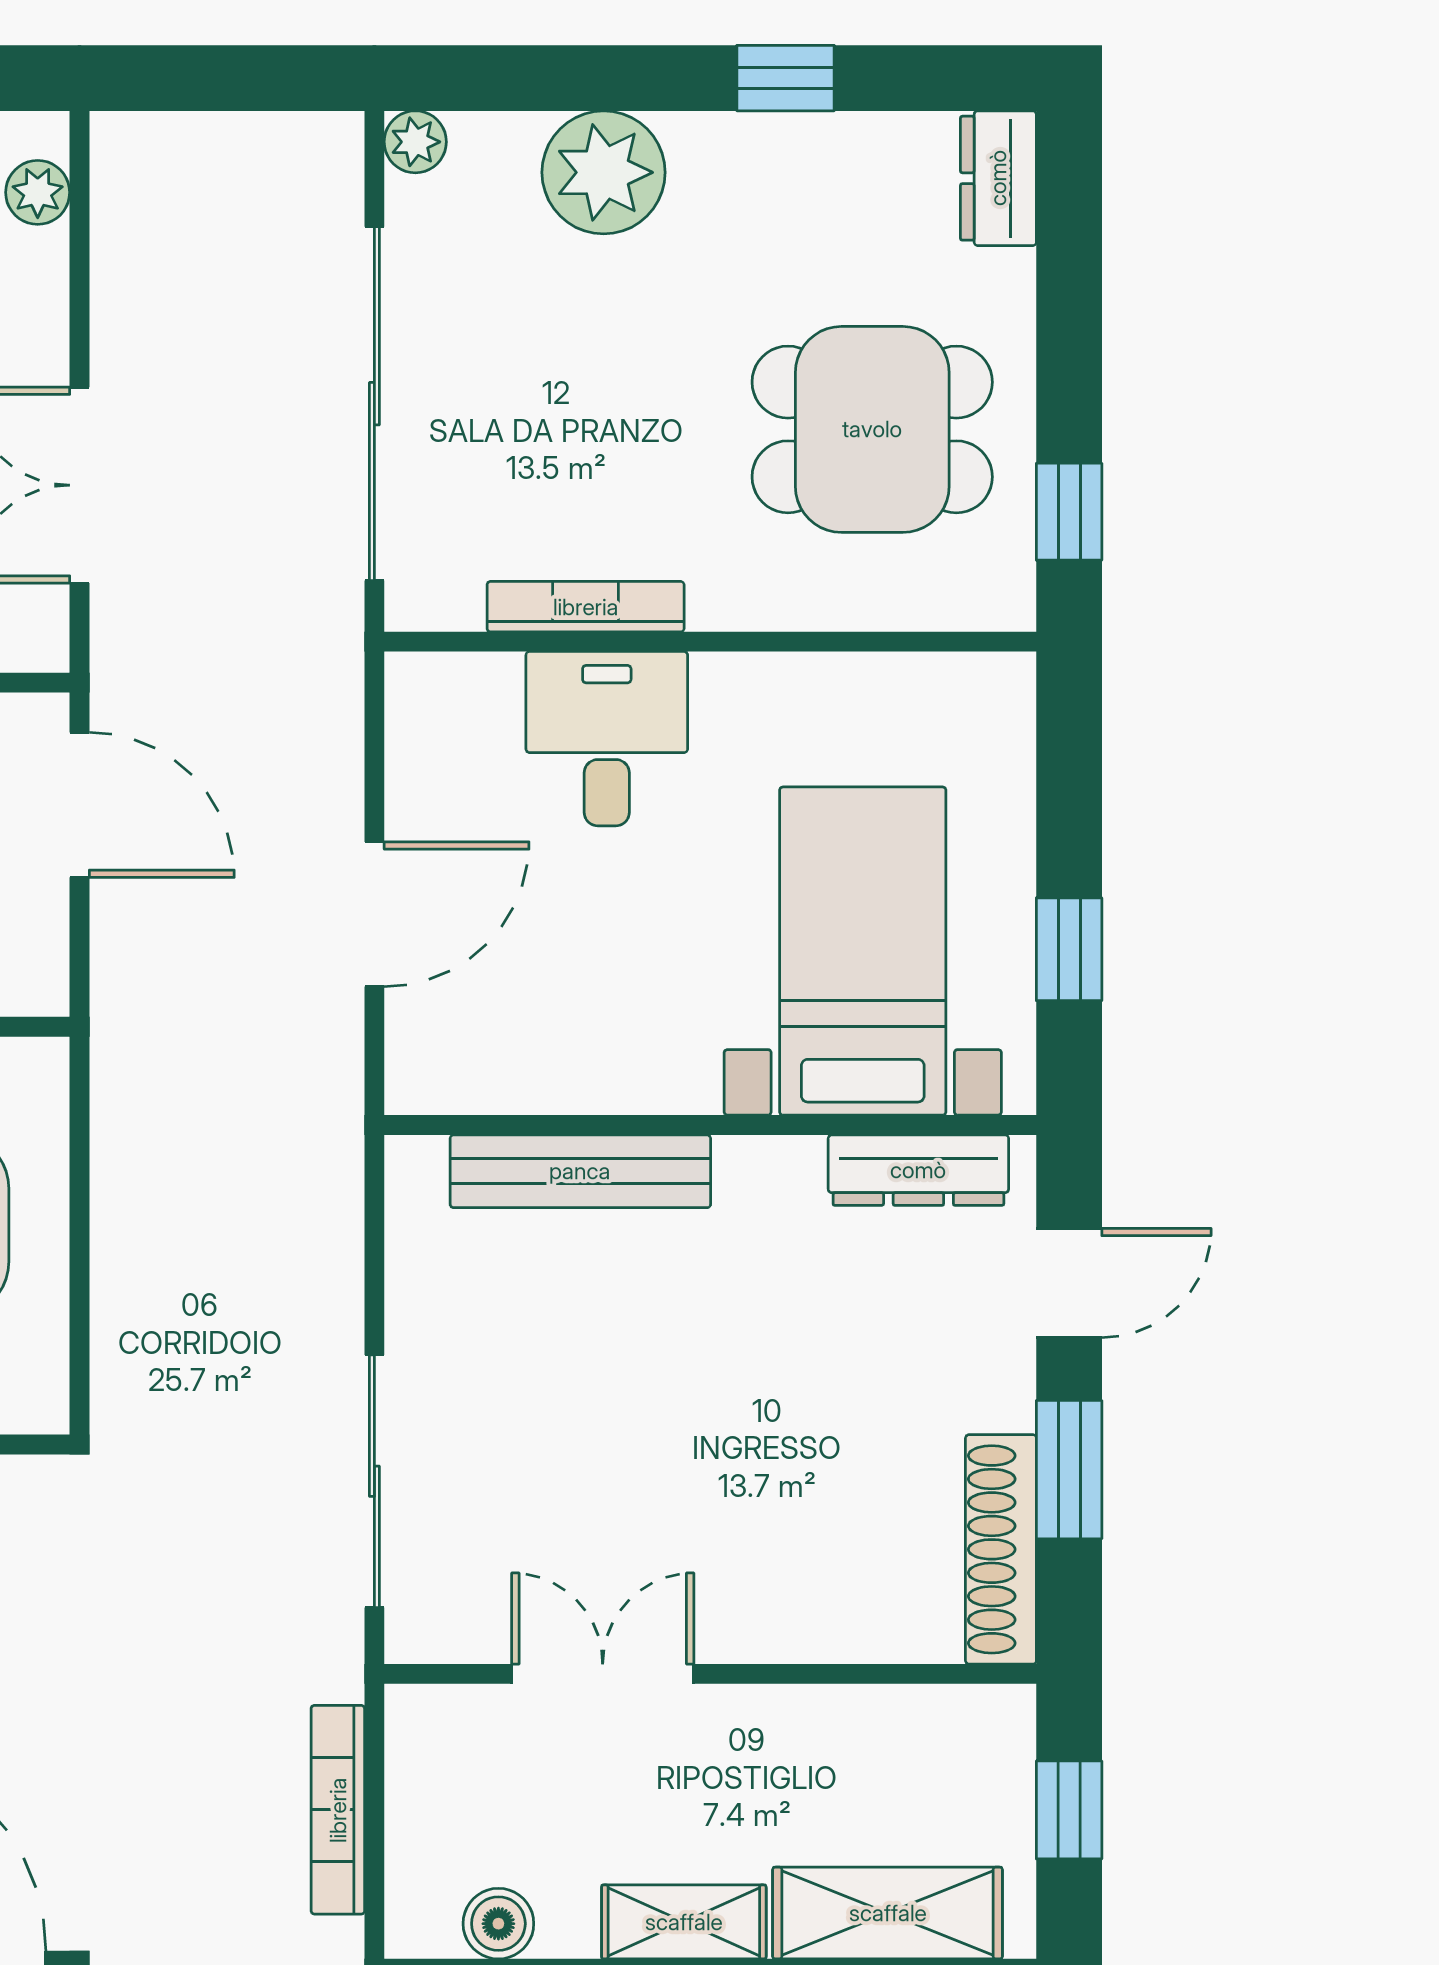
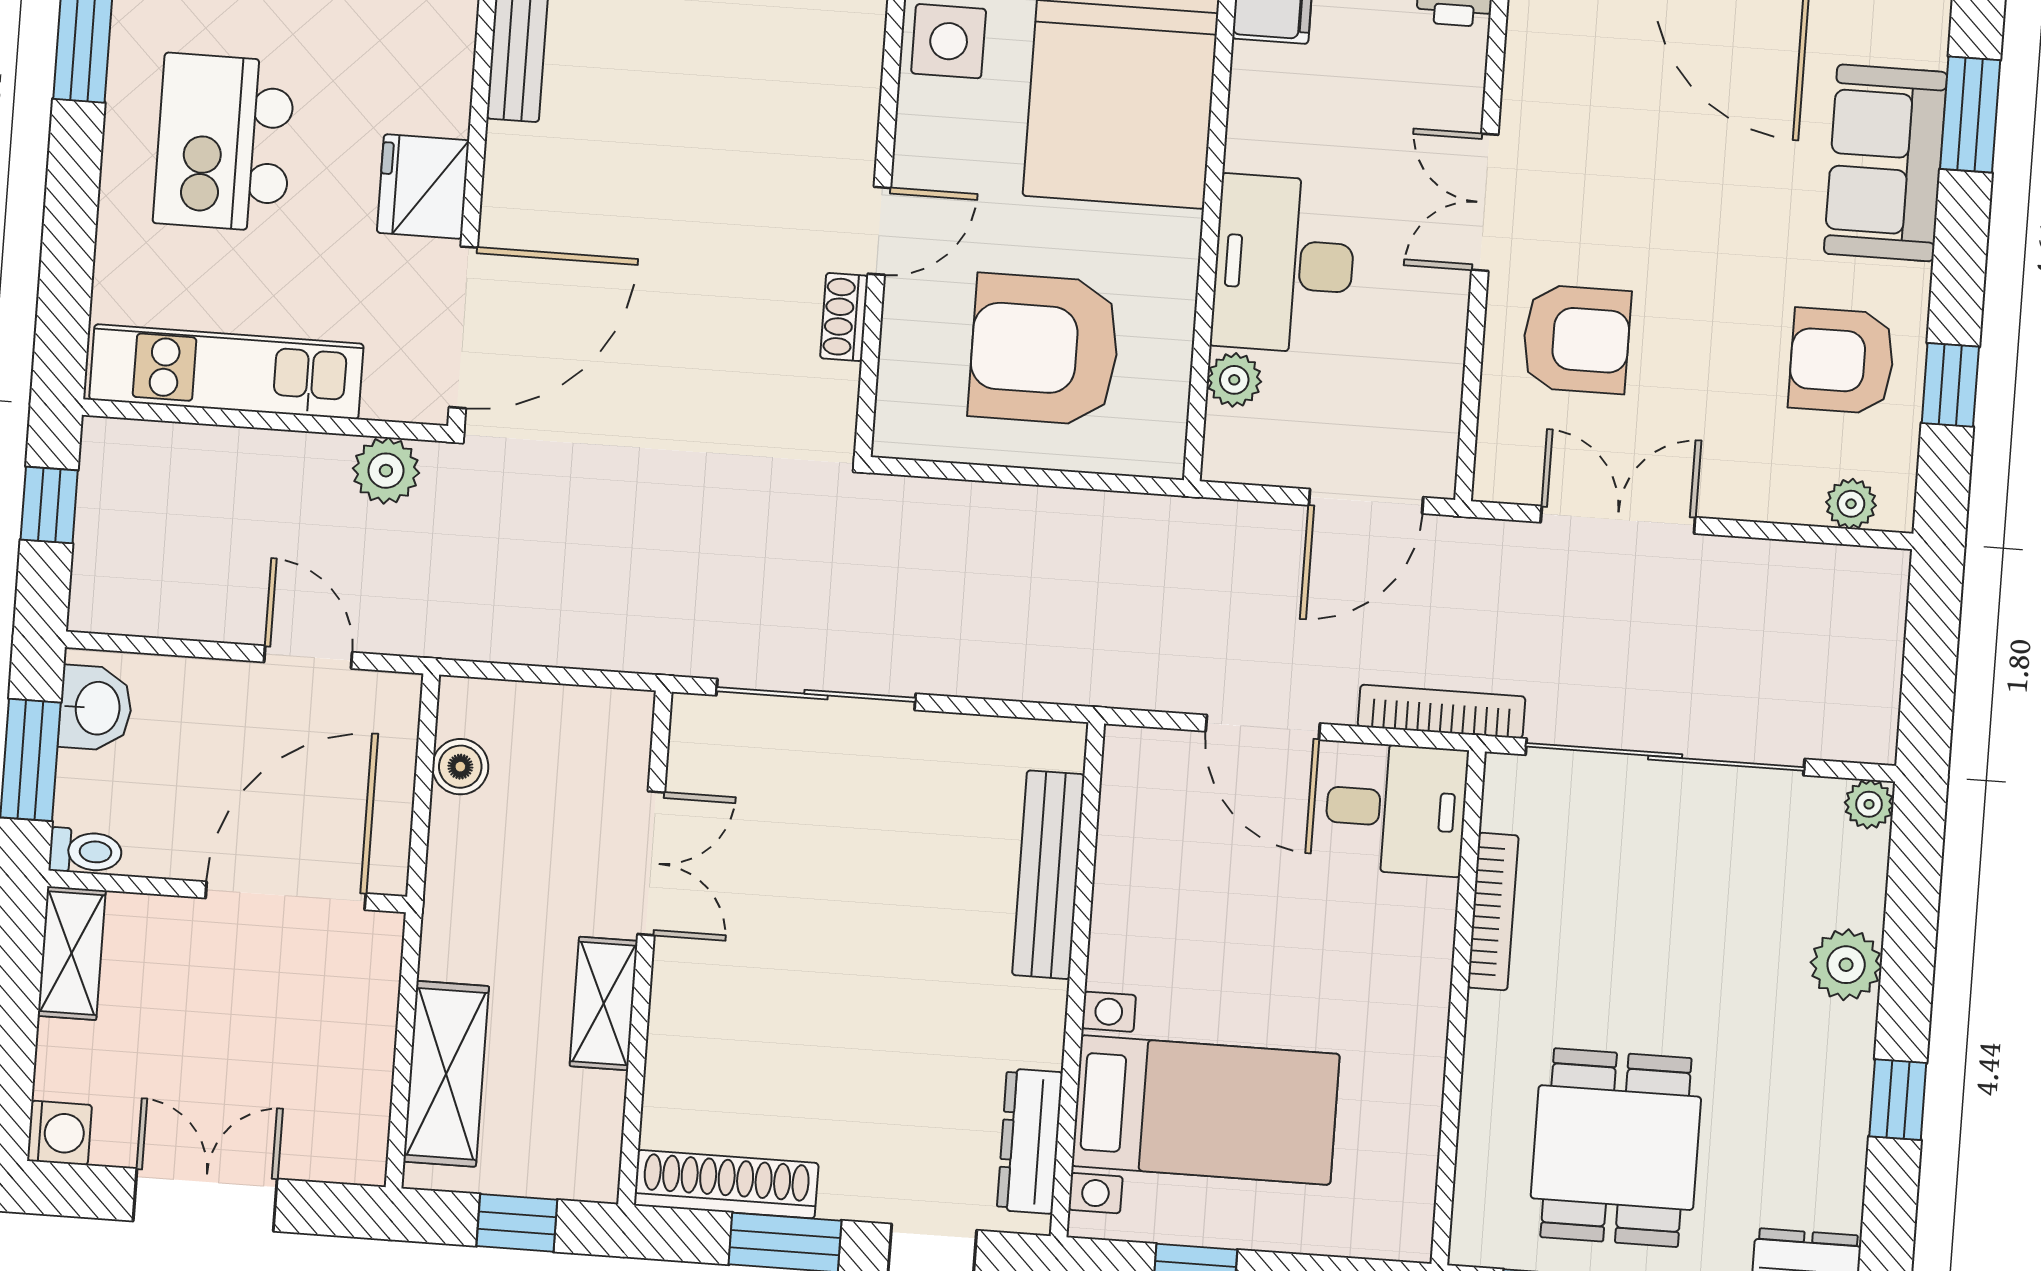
plant: (604, 172) -> (1846, 965), width x0.73, depth x0.73
desk: (607, 739) -> (1396, 809), moved
bookcase: (338, 1810) -> (1441, 711), moved
shelving: (684, 1922) -> (604, 1004), moved

